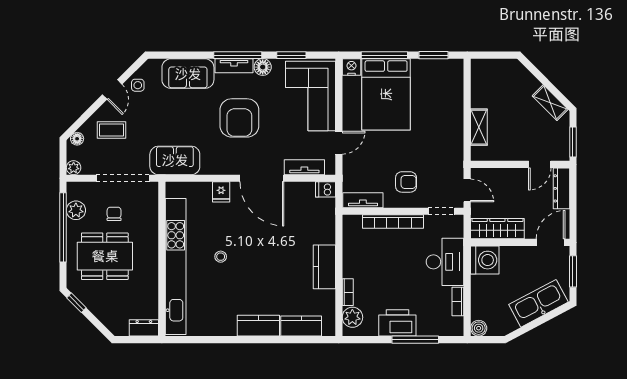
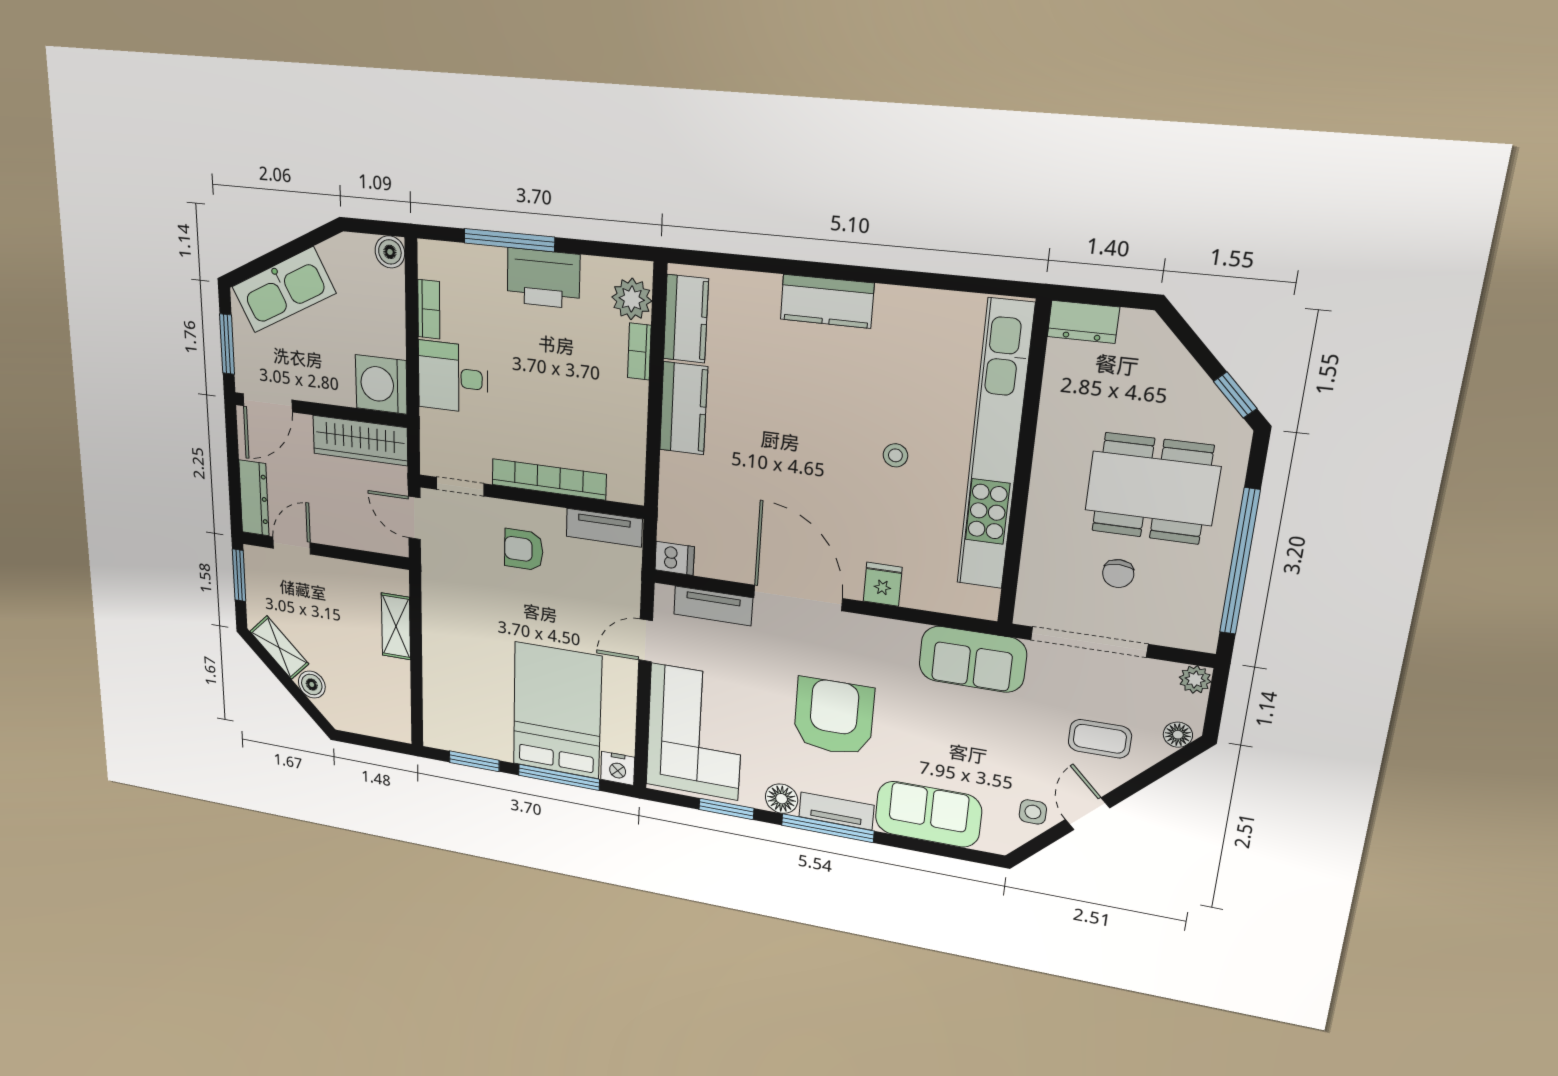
boiler: (531, 84) -> (312, 685), added
plant: (76, 210) -> (1204, 593), removed
desk: (445, 262) -> (453, 377), width x0.73
kitchen counter: (301, 326) -> (686, 319), moved, turned -90

